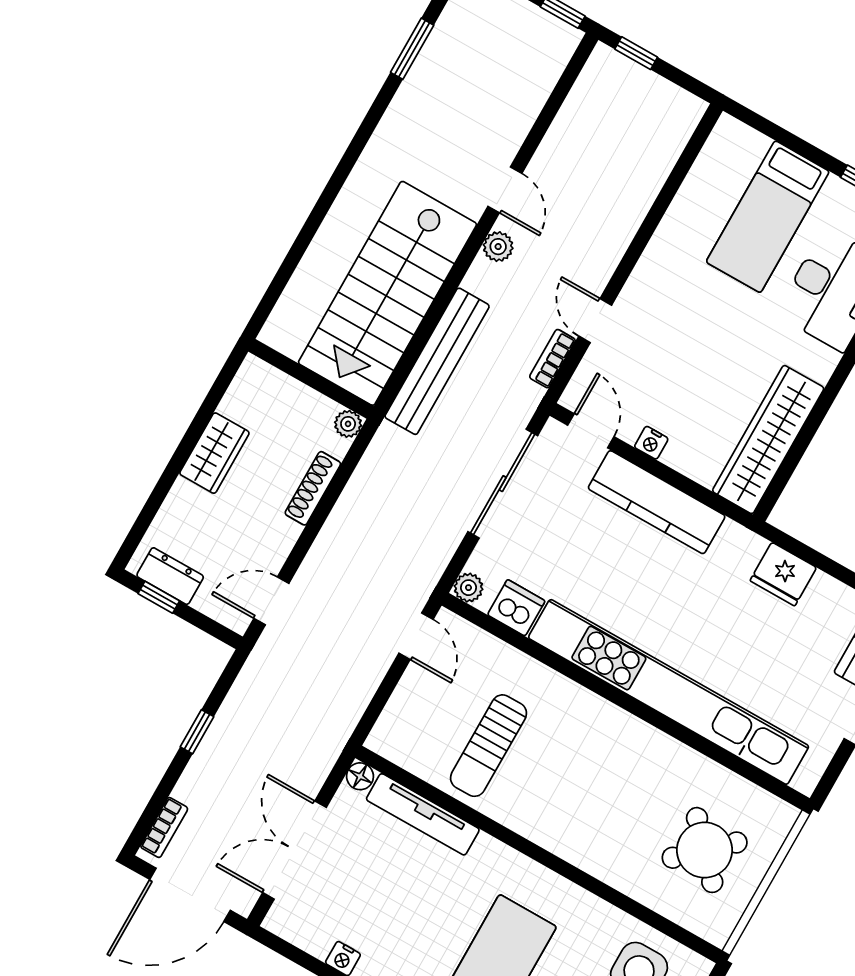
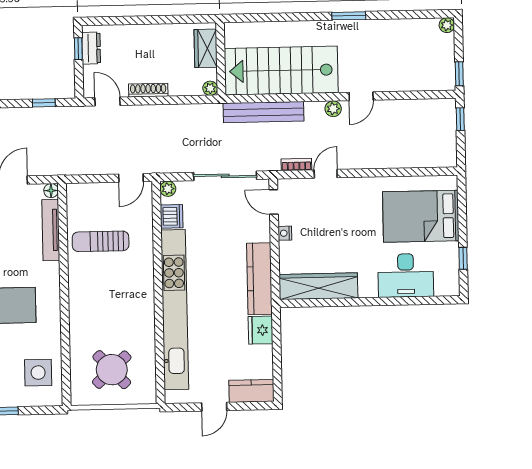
window: (412, 49) -> (349, 16), moved
bed: (768, 217) -> (421, 216), width x1.50
door: (591, 431) -> (274, 202), swing flipped
wardrobe: (214, 453) -> (206, 48), moved, turned 90
shoe rack: (313, 488) -> (148, 90), moved
kitchen counter: (657, 502) -> (259, 279), moved
window: (197, 732) -> (44, 103), moved

